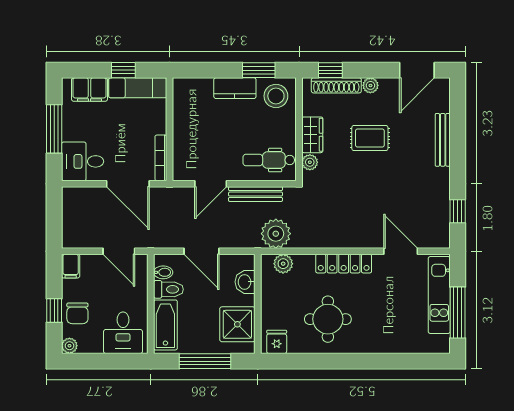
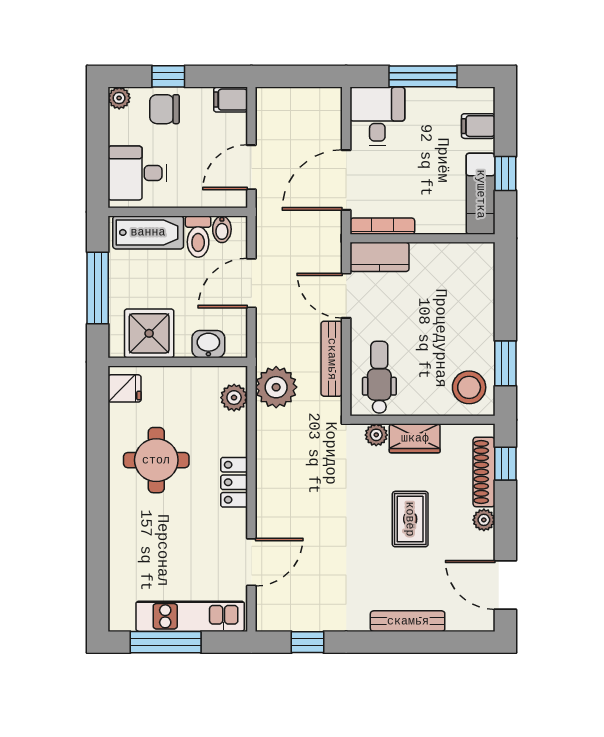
kitchen counter: (235, 88) -> (379, 257), moved, turned -90
filing cabinet: (89, 90) -> (478, 126), width x0.50
locker: (344, 264) -> (234, 482), width x0.66

